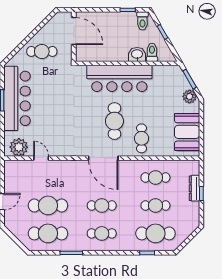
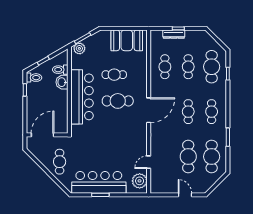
plant: (189, 96) -> (79, 48), moved
cafe table: (142, 138) -> (114, 75), moved

